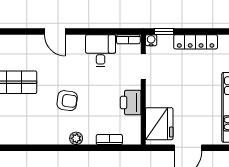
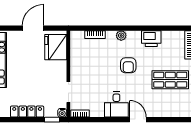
desk: (101, 51) -> (116, 105), moved
armchair: (67, 101) -> (128, 65), turned -98
printer: (131, 103) -> (151, 39), moved, turned 90

